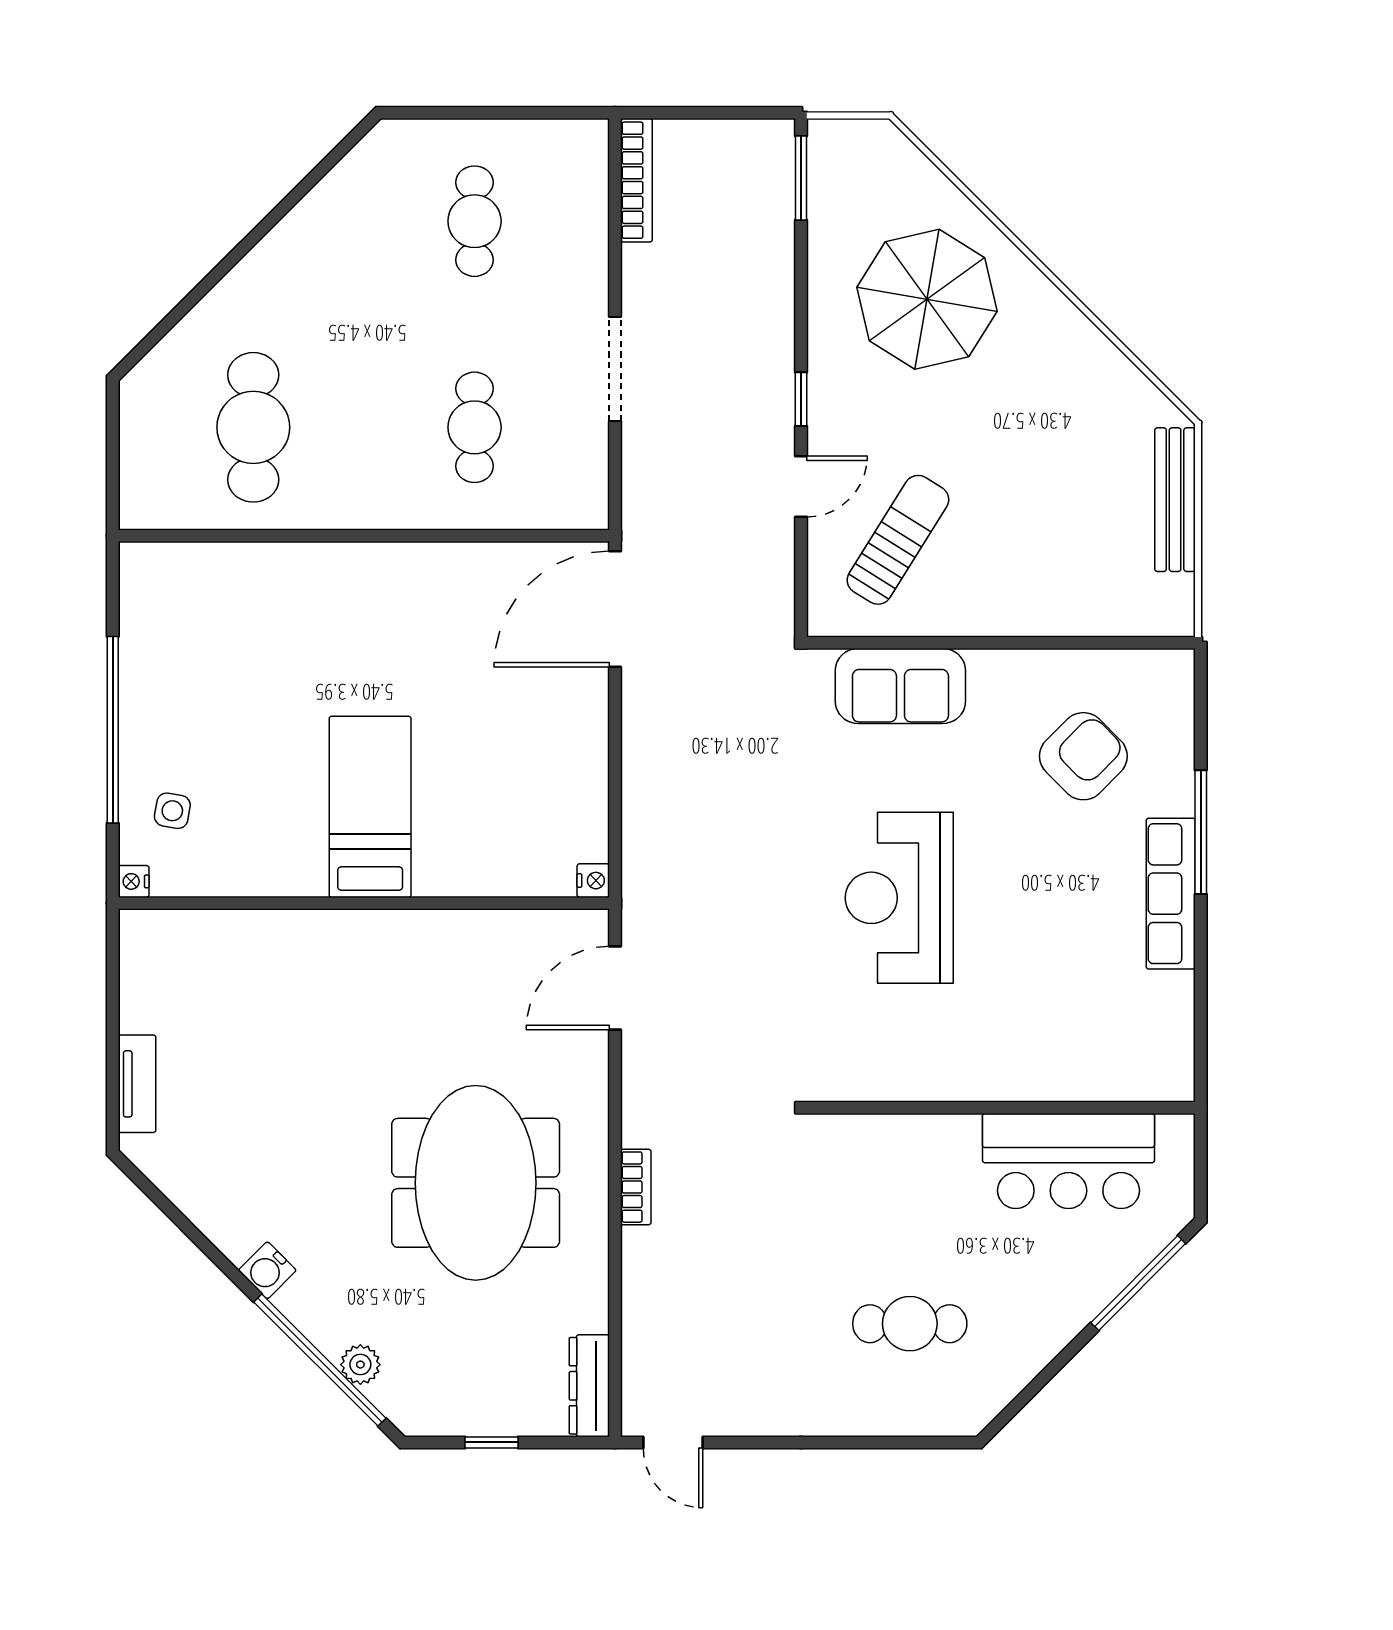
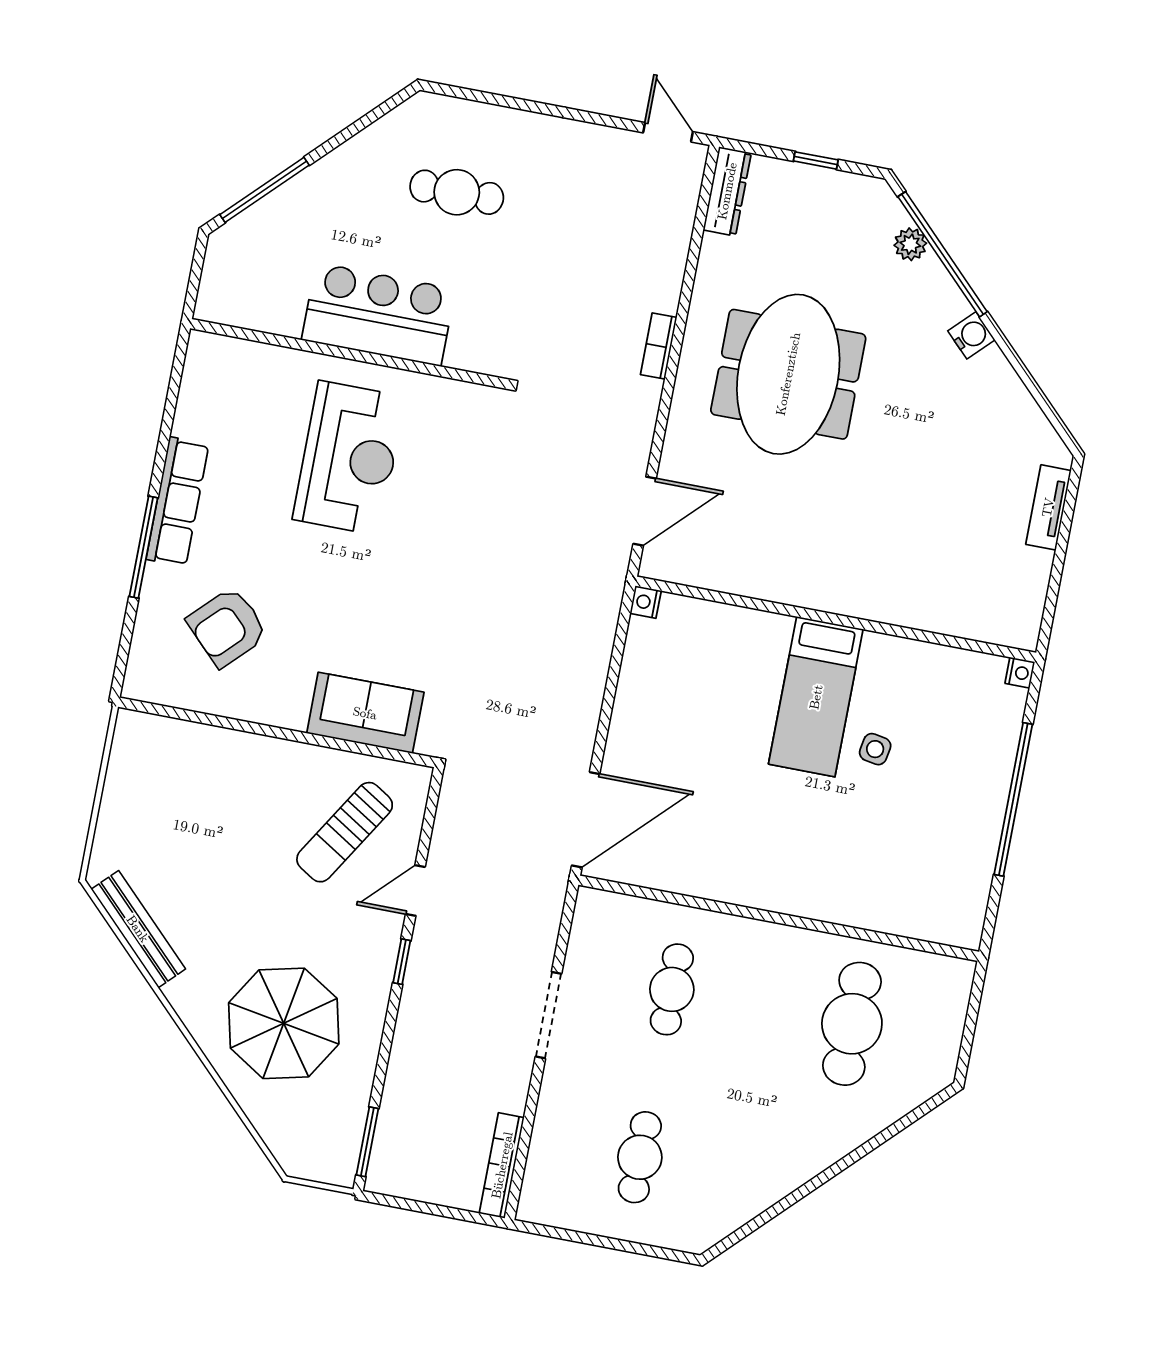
bench: (1175, 500) -> (138, 929), moved, turned -45
side table: (172, 811) -> (875, 749), moved
reception desk: (899, 898) -> (349, 458), moved
bar counter: (1068, 1161) -> (378, 314), moved

